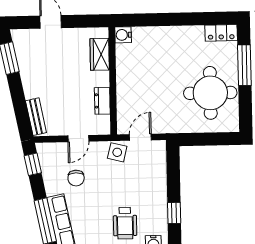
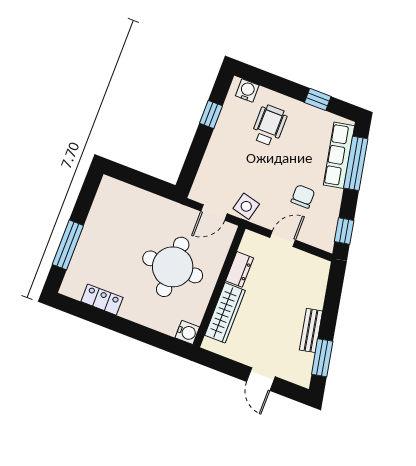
locker: (221, 33) -> (102, 300), moved
wardrobe: (100, 54) -> (225, 313), width x1.50
round table: (210, 93) -> (173, 267), moved
bench: (36, 117) -> (311, 330), moved

